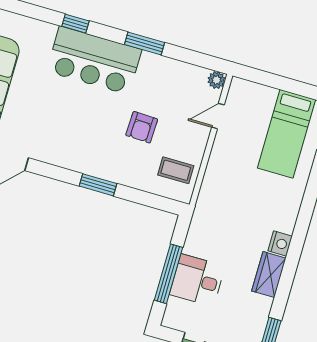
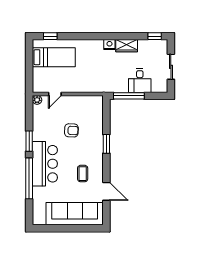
window: (75, 24) -> (29, 178), width x3.17
door: (218, 116) -> (55, 94), hinge flipped
coffee table: (176, 170) -> (83, 174), moved
window: (168, 274) -> (129, 96), moved

